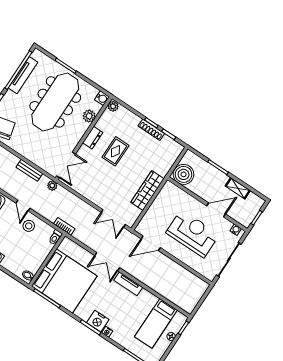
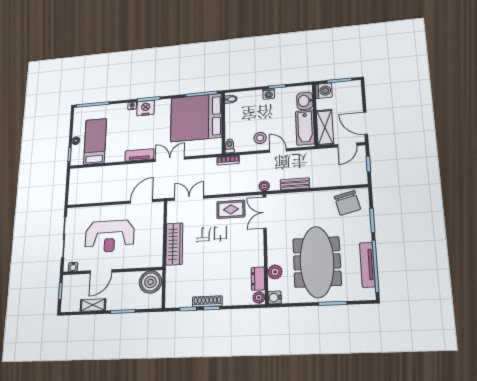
dresser: (93, 138) -> (258, 279), moved
rug: (115, 151) -> (231, 209), moved, turned 90

